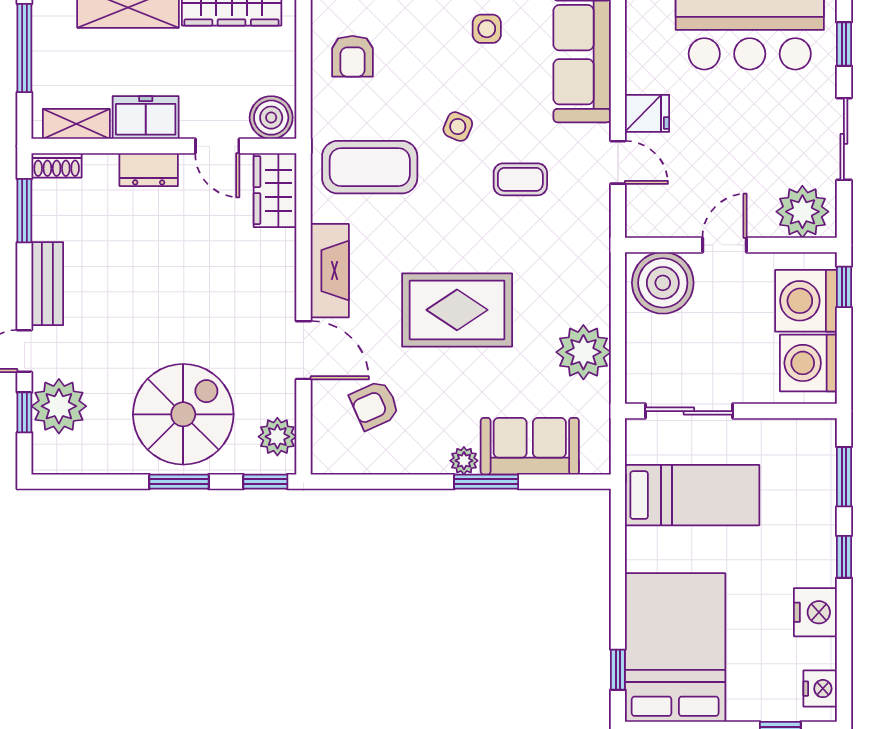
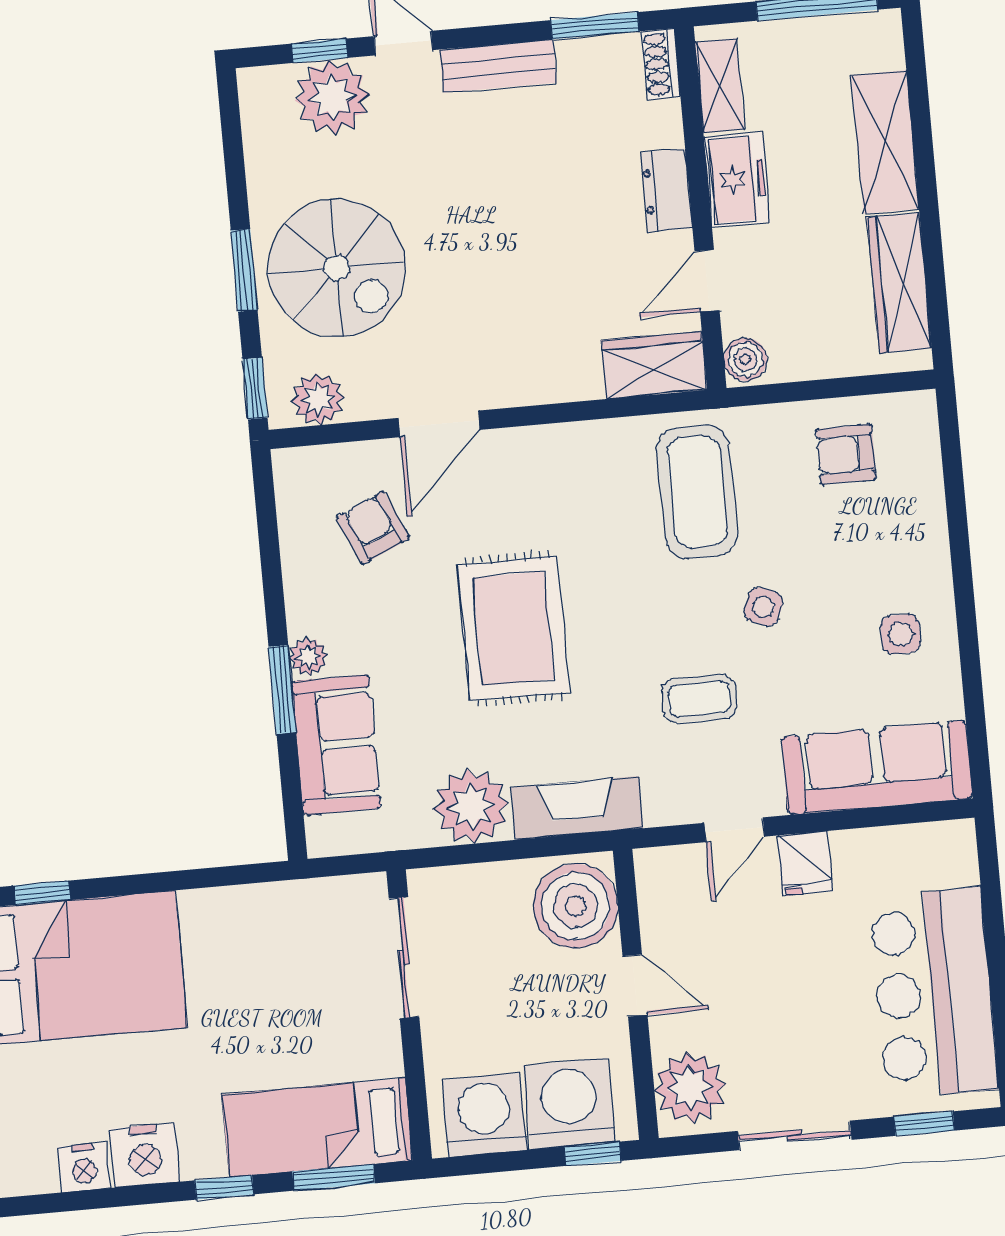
boiler: (271, 118) -> (745, 359), width x0.73, depth x0.73
coffee table: (520, 179) -> (699, 699), turned 90
fireplace: (330, 271) -> (577, 808), moved, turned 180
bed: (692, 495) -> (317, 1127), moved, turned 90
nightstand: (820, 689) -> (84, 1167), moved

